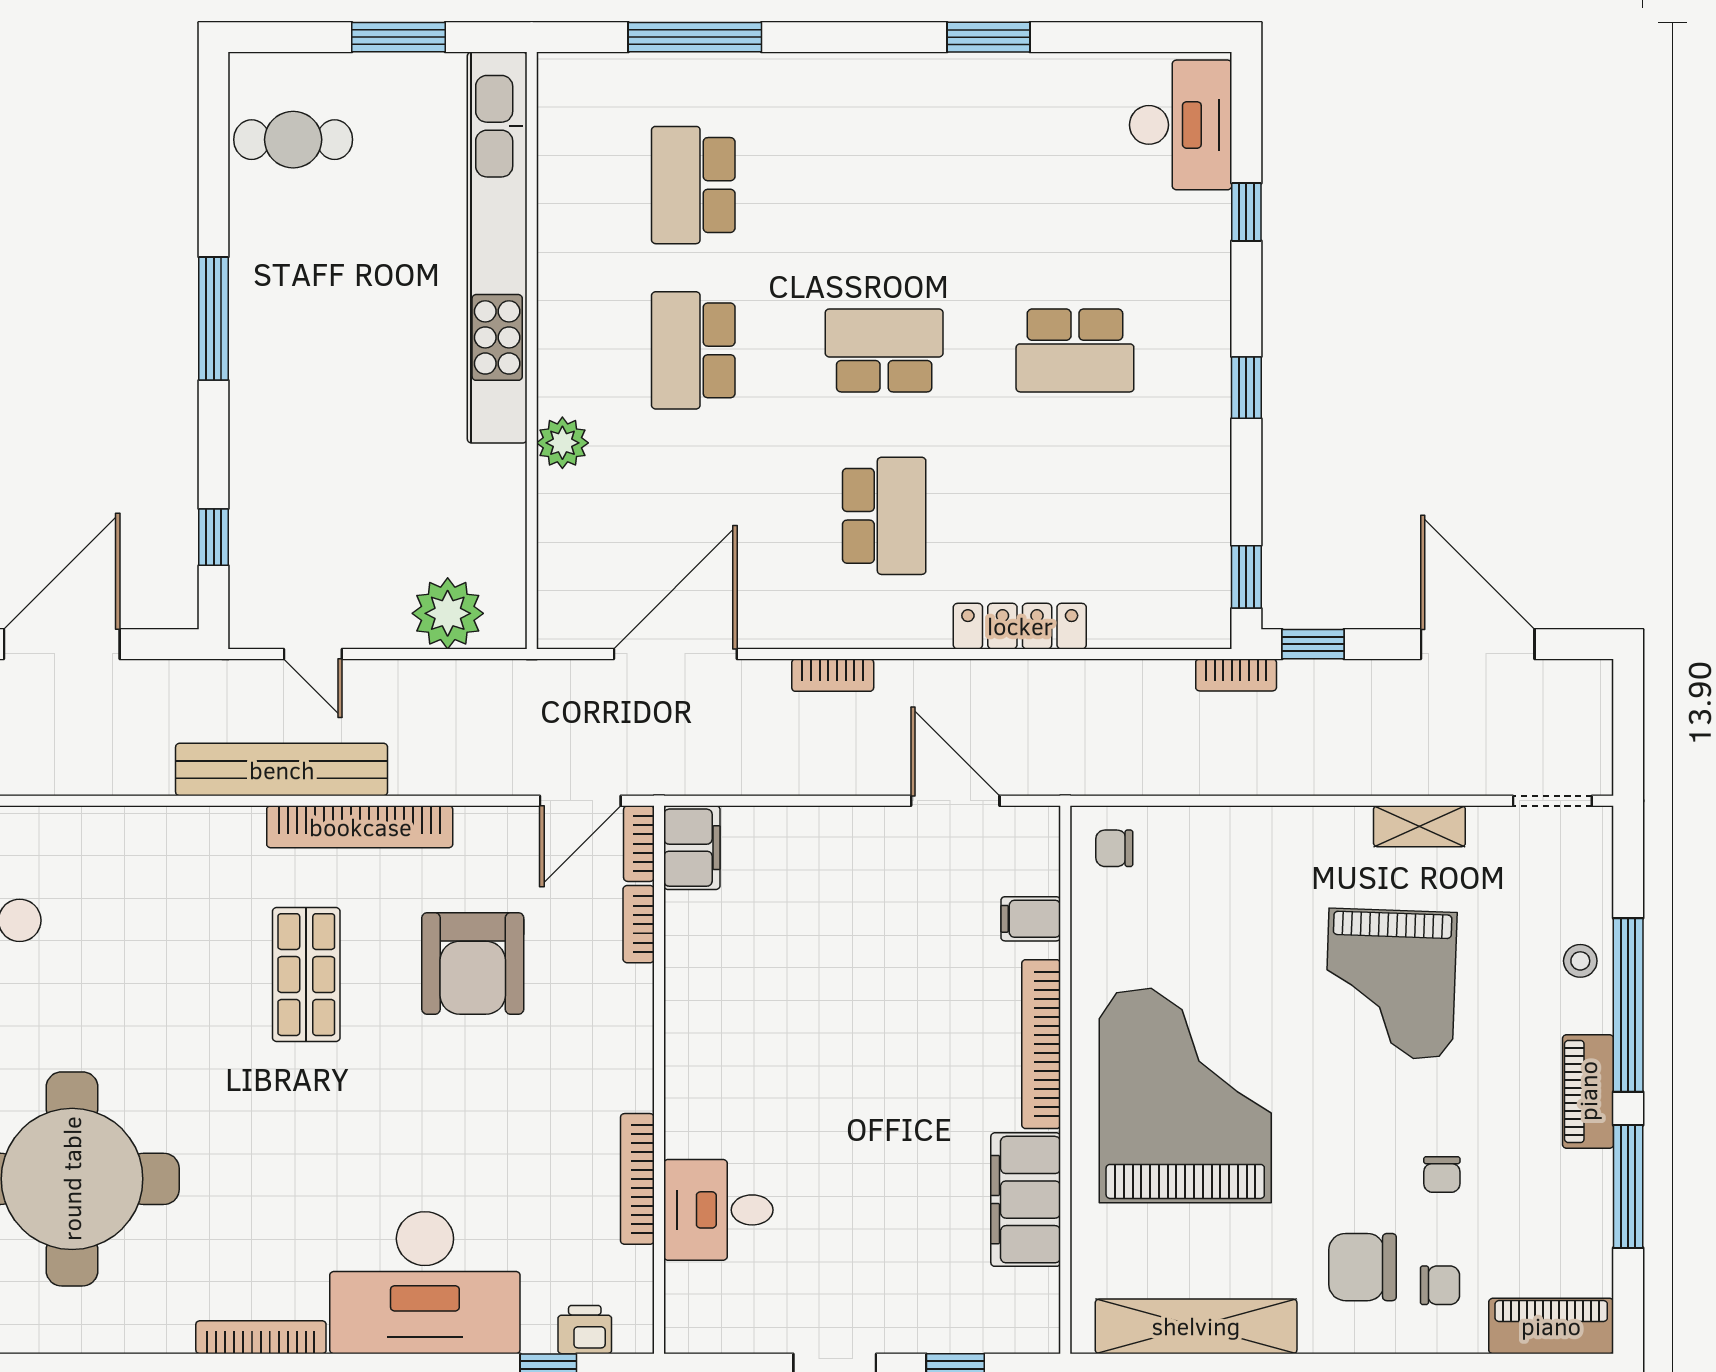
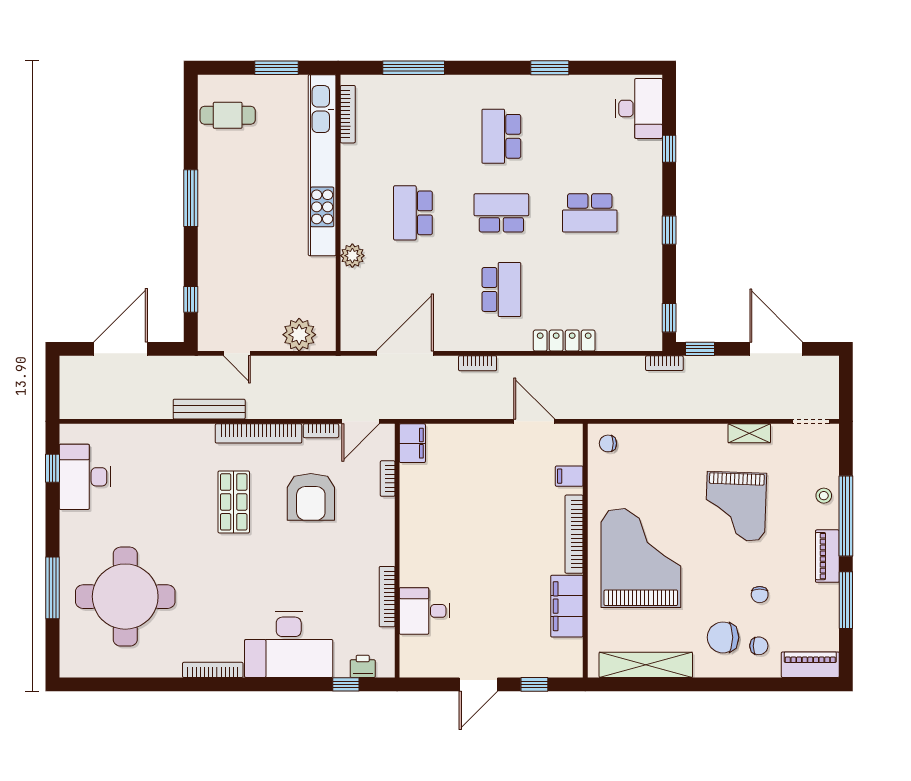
bookcase: (553, 137) -> (348, 114), added
school desk: (693, 185) -> (501, 136), moved
bench: (282, 770) -> (209, 409), width x0.73, depth x0.82
bookcase: (639, 844) -> (321, 431), moved, turned -90

